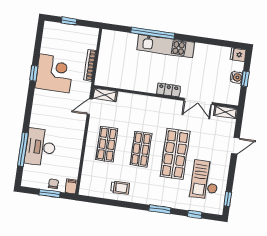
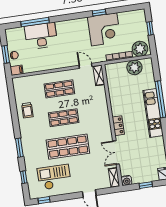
plant: (89, 39) -> (140, 49), added
plant: (108, 52) -> (134, 67), added
water cooler: (236, 77) -> (127, 180), moved

